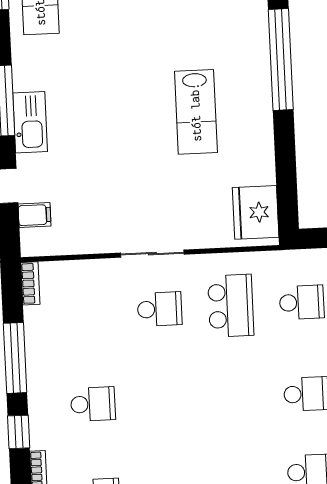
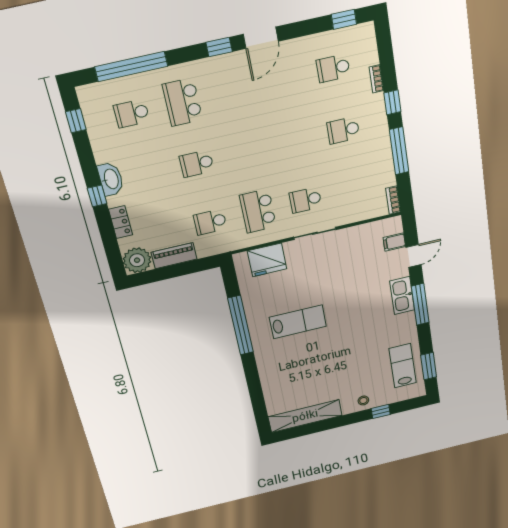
window: (281, 60) -> (240, 325), moved
lab bench: (196, 112) -> (298, 322), turned 90
fridge: (256, 212) -> (267, 260), moved, turned 90

